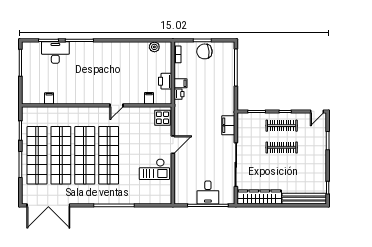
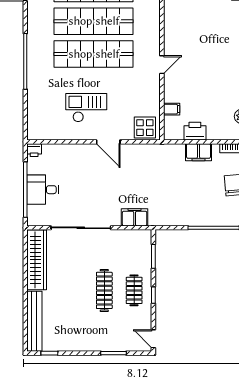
filing cabinet: (180, 83) -> (199, 152), width x2.00
printer: (179, 94) -> (34, 150), moved
door: (116, 105) -> (162, 65), swing flipped
clothes rail: (282, 126) -> (134, 290), width x0.73
checkout: (154, 169) -> (86, 108), moved, turned 90

